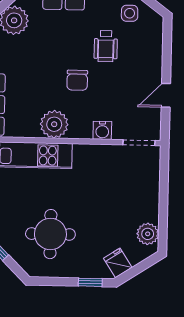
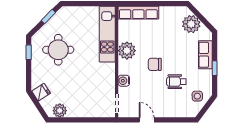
window: (90, 282) -> (29, 52), moved

